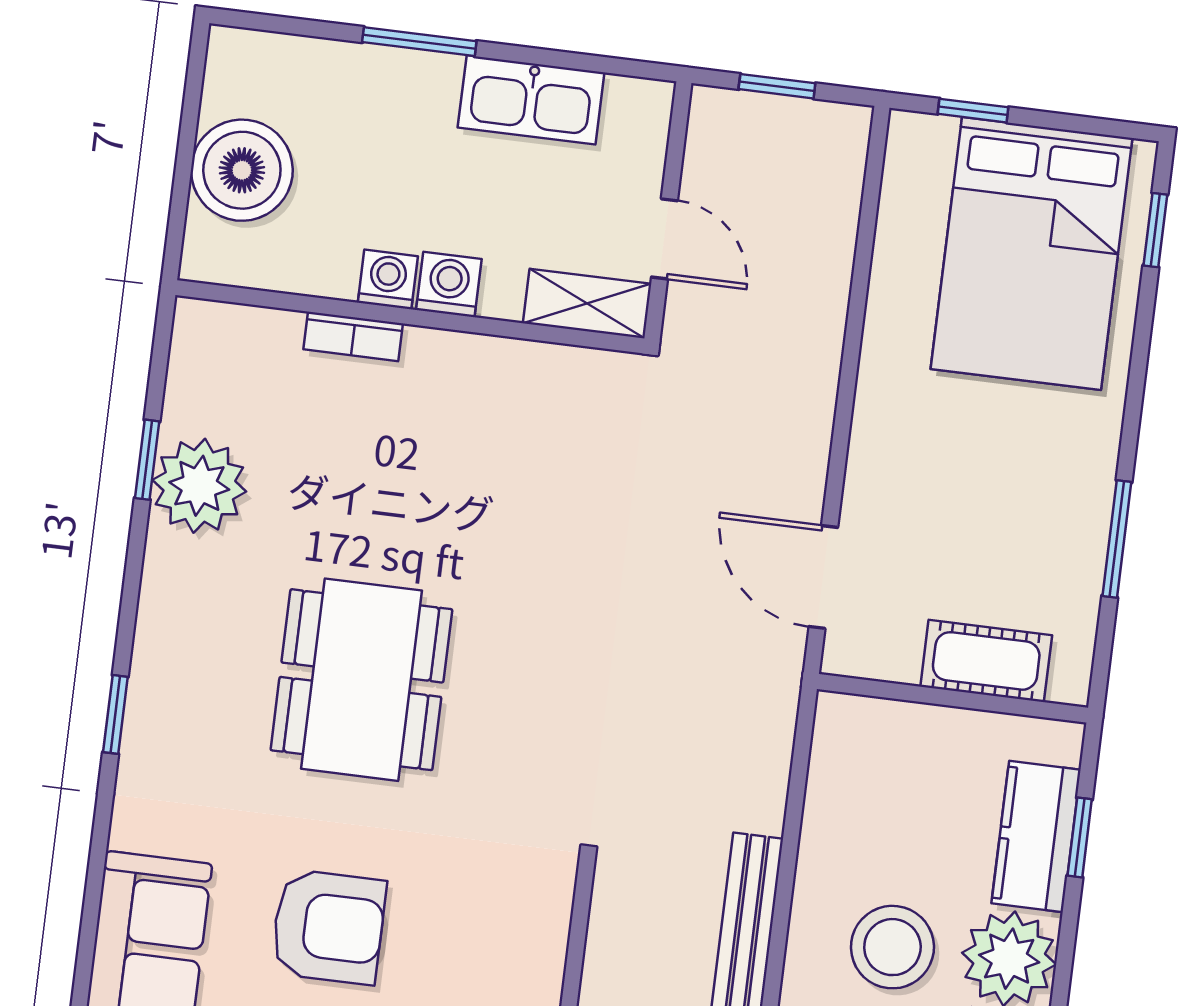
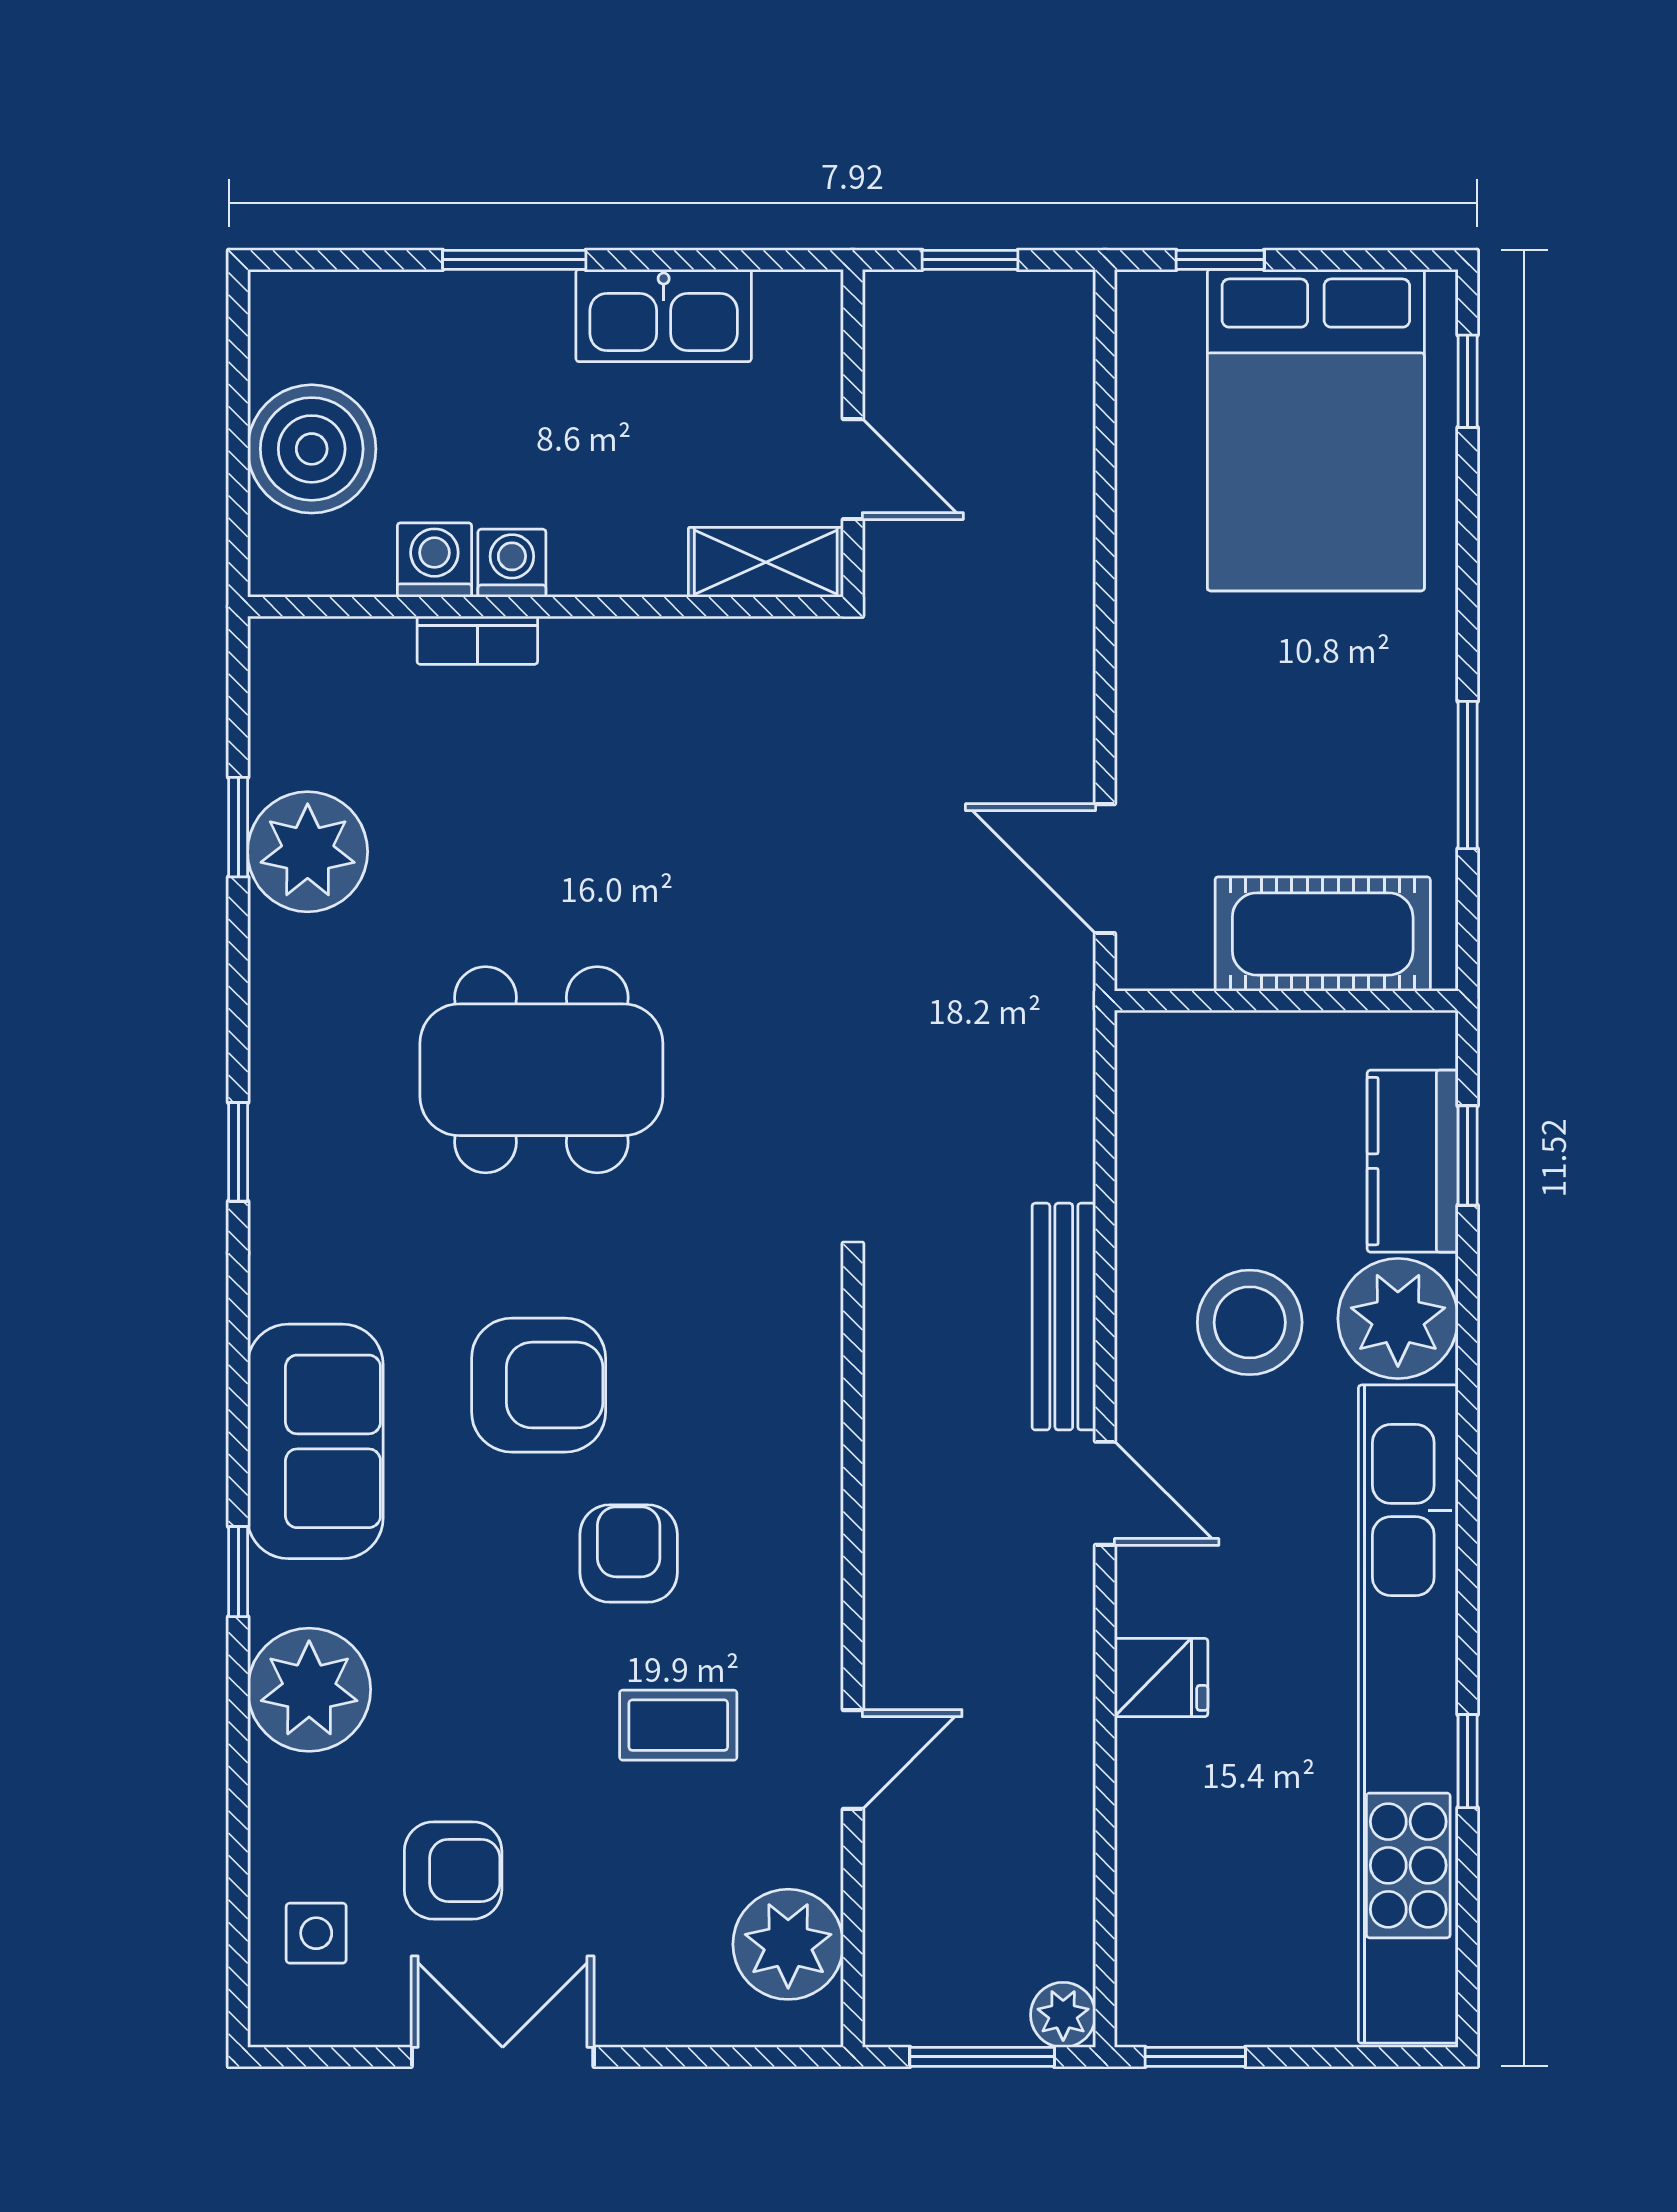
washing machine: (449, 284) -> (434, 560), moved
cot: (986, 661) -> (1323, 934), width x1.37, depth x1.34
dining table: (361, 680) -> (541, 1070), turned 90

